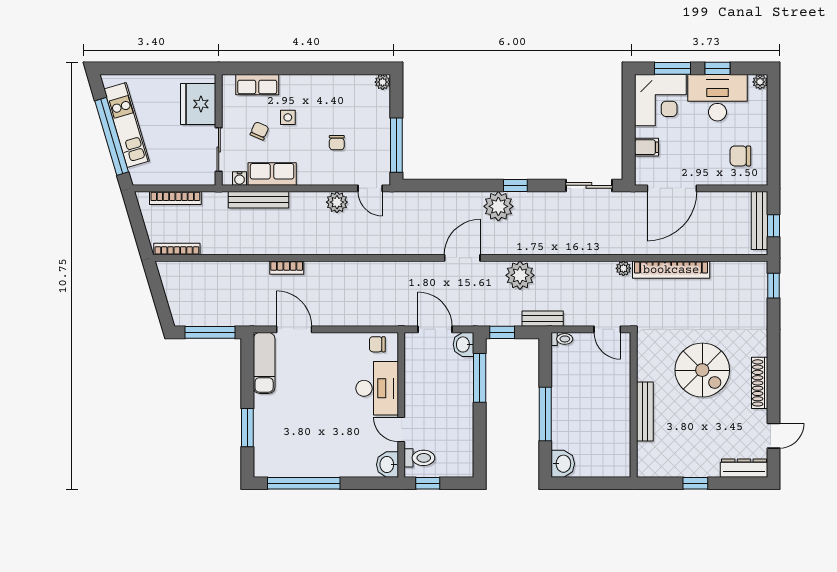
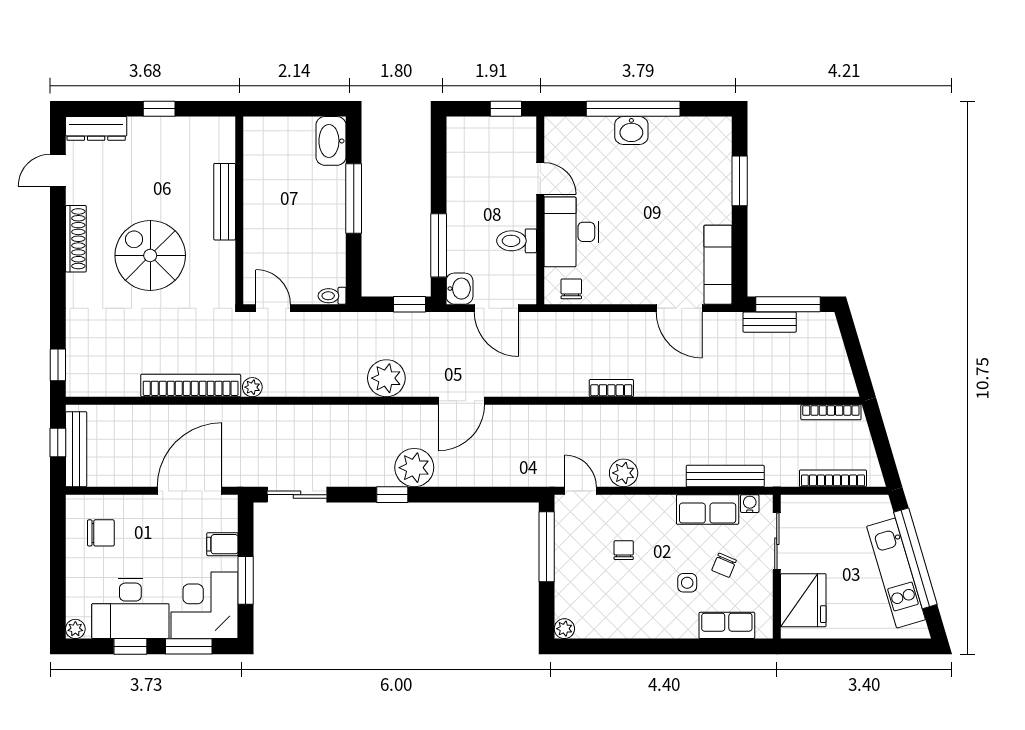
window: (629, 119) -> (246, 580), added
bookcase: (287, 268) -> (611, 388), moved
bench: (543, 319) -> (770, 322), moved
chair: (377, 344) -> (571, 289), turned -90
toilet: (419, 458) -> (517, 241), moved
washbasin: (563, 464) -> (331, 141), width x1.38
washbasin: (387, 465) -> (631, 131), moved, turned 90
window: (304, 483) -> (633, 109), moved

